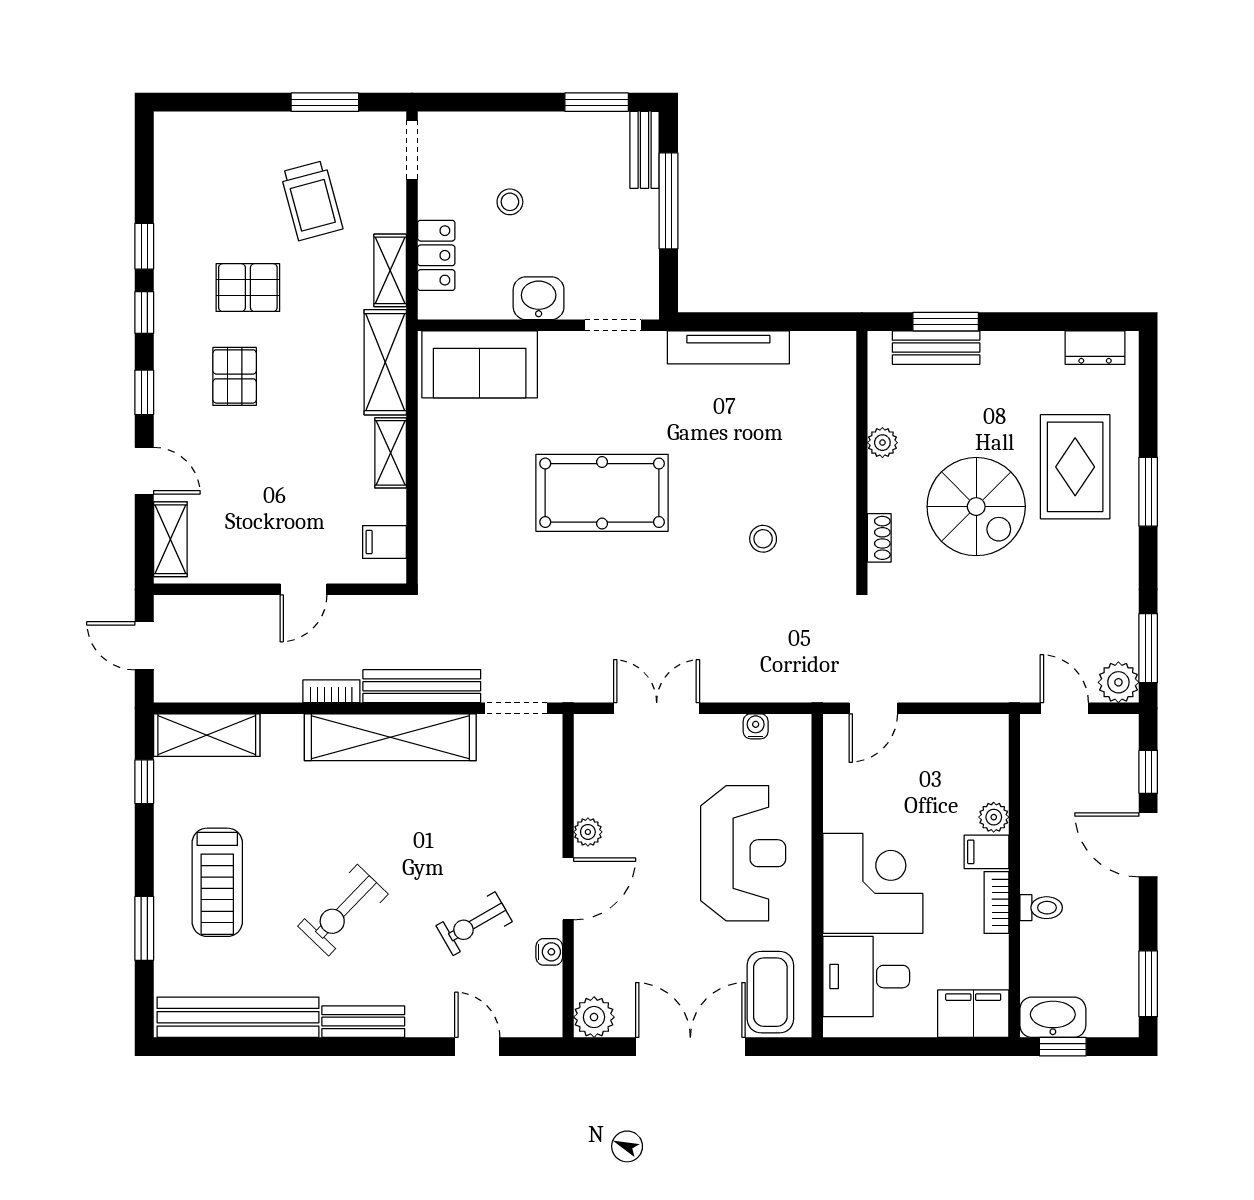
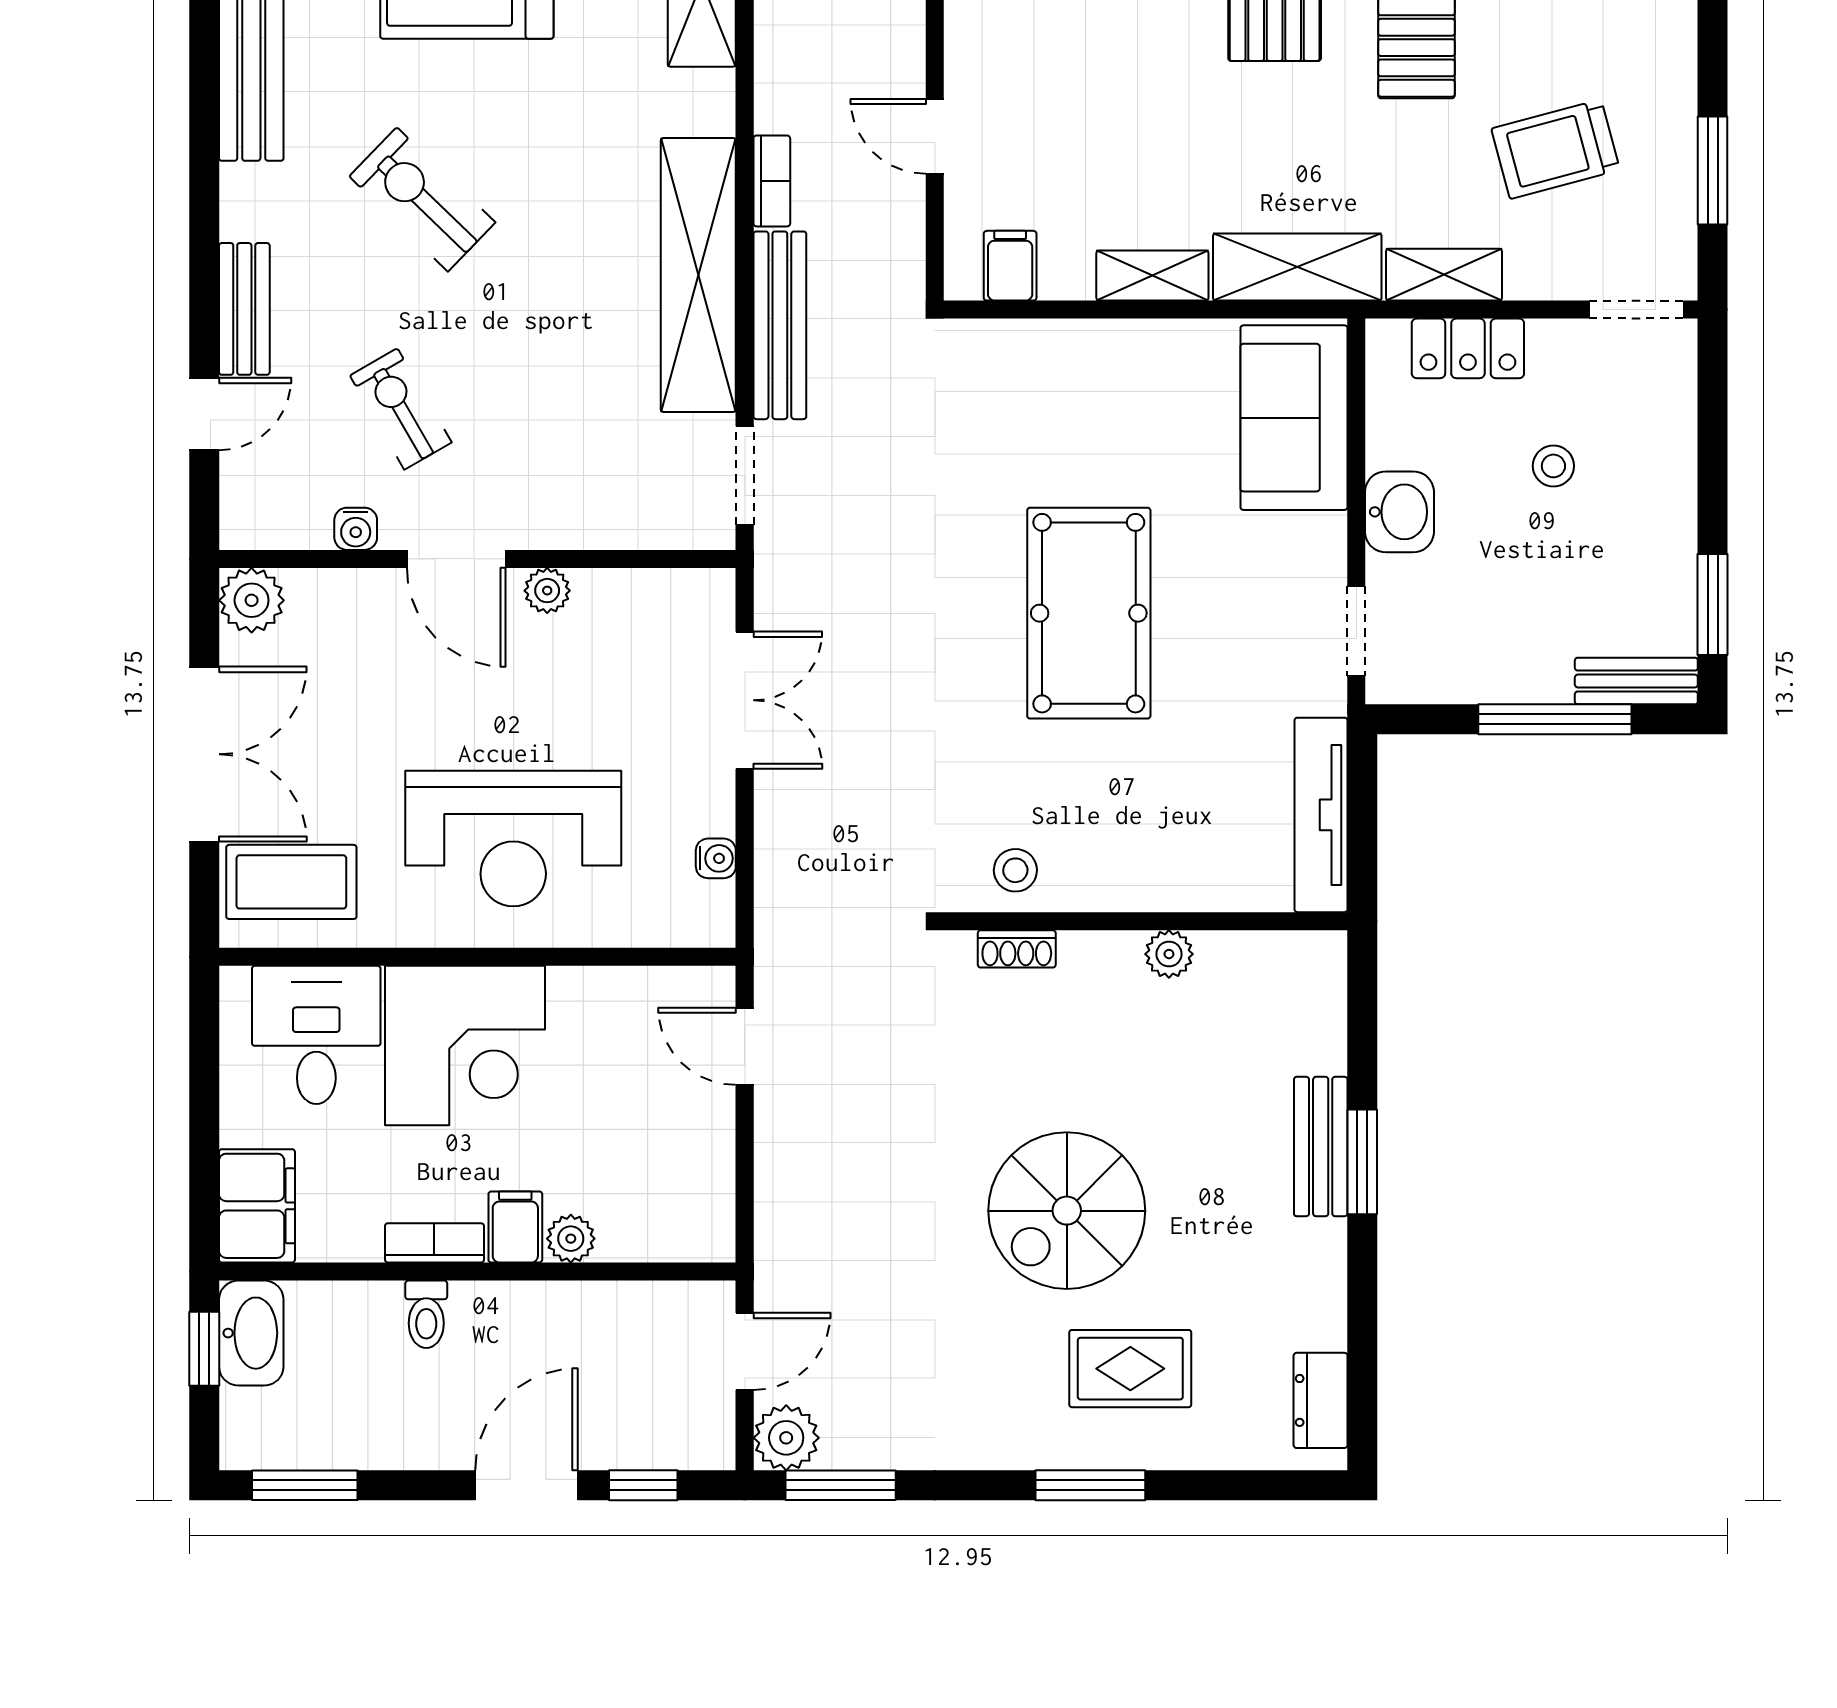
plant: (882, 443) -> (1169, 954), moved
wall: (862, 457) -> (1145, 921), moved
rug: (1075, 467) -> (1130, 1369), width x0.73, depth x0.70
shoe rack: (879, 538) -> (1017, 949), moved
bench: (363, 1022) -> (244, 309), moved

